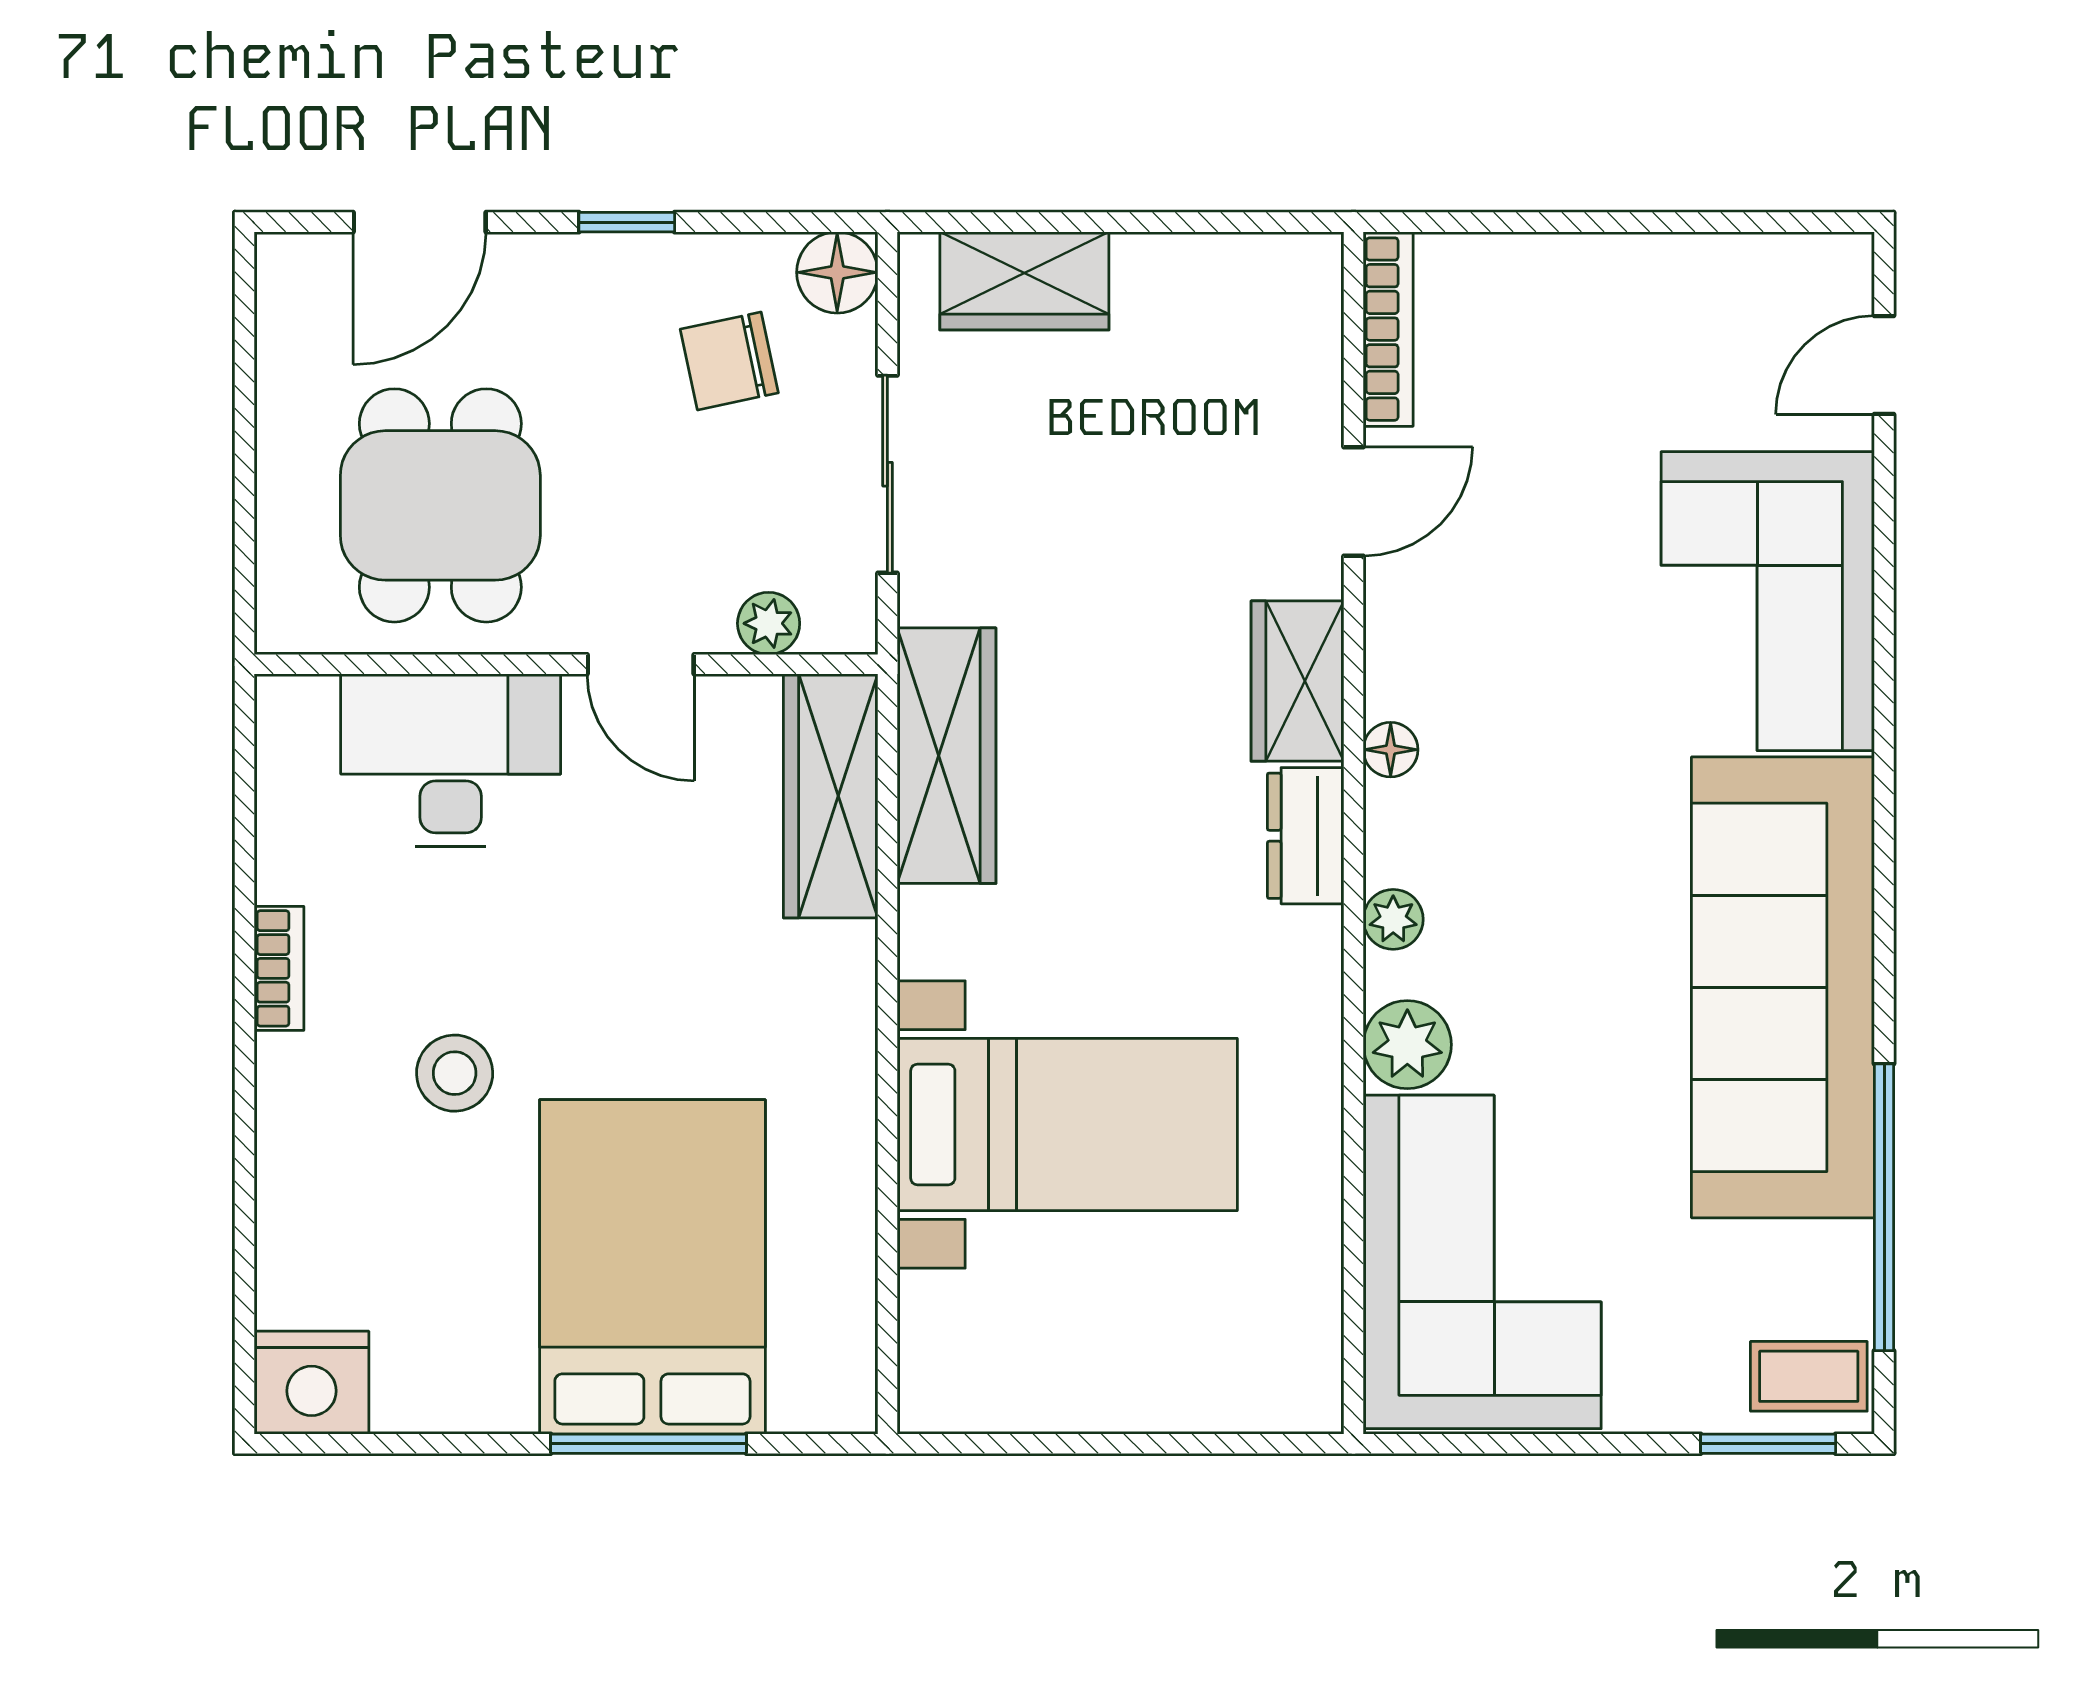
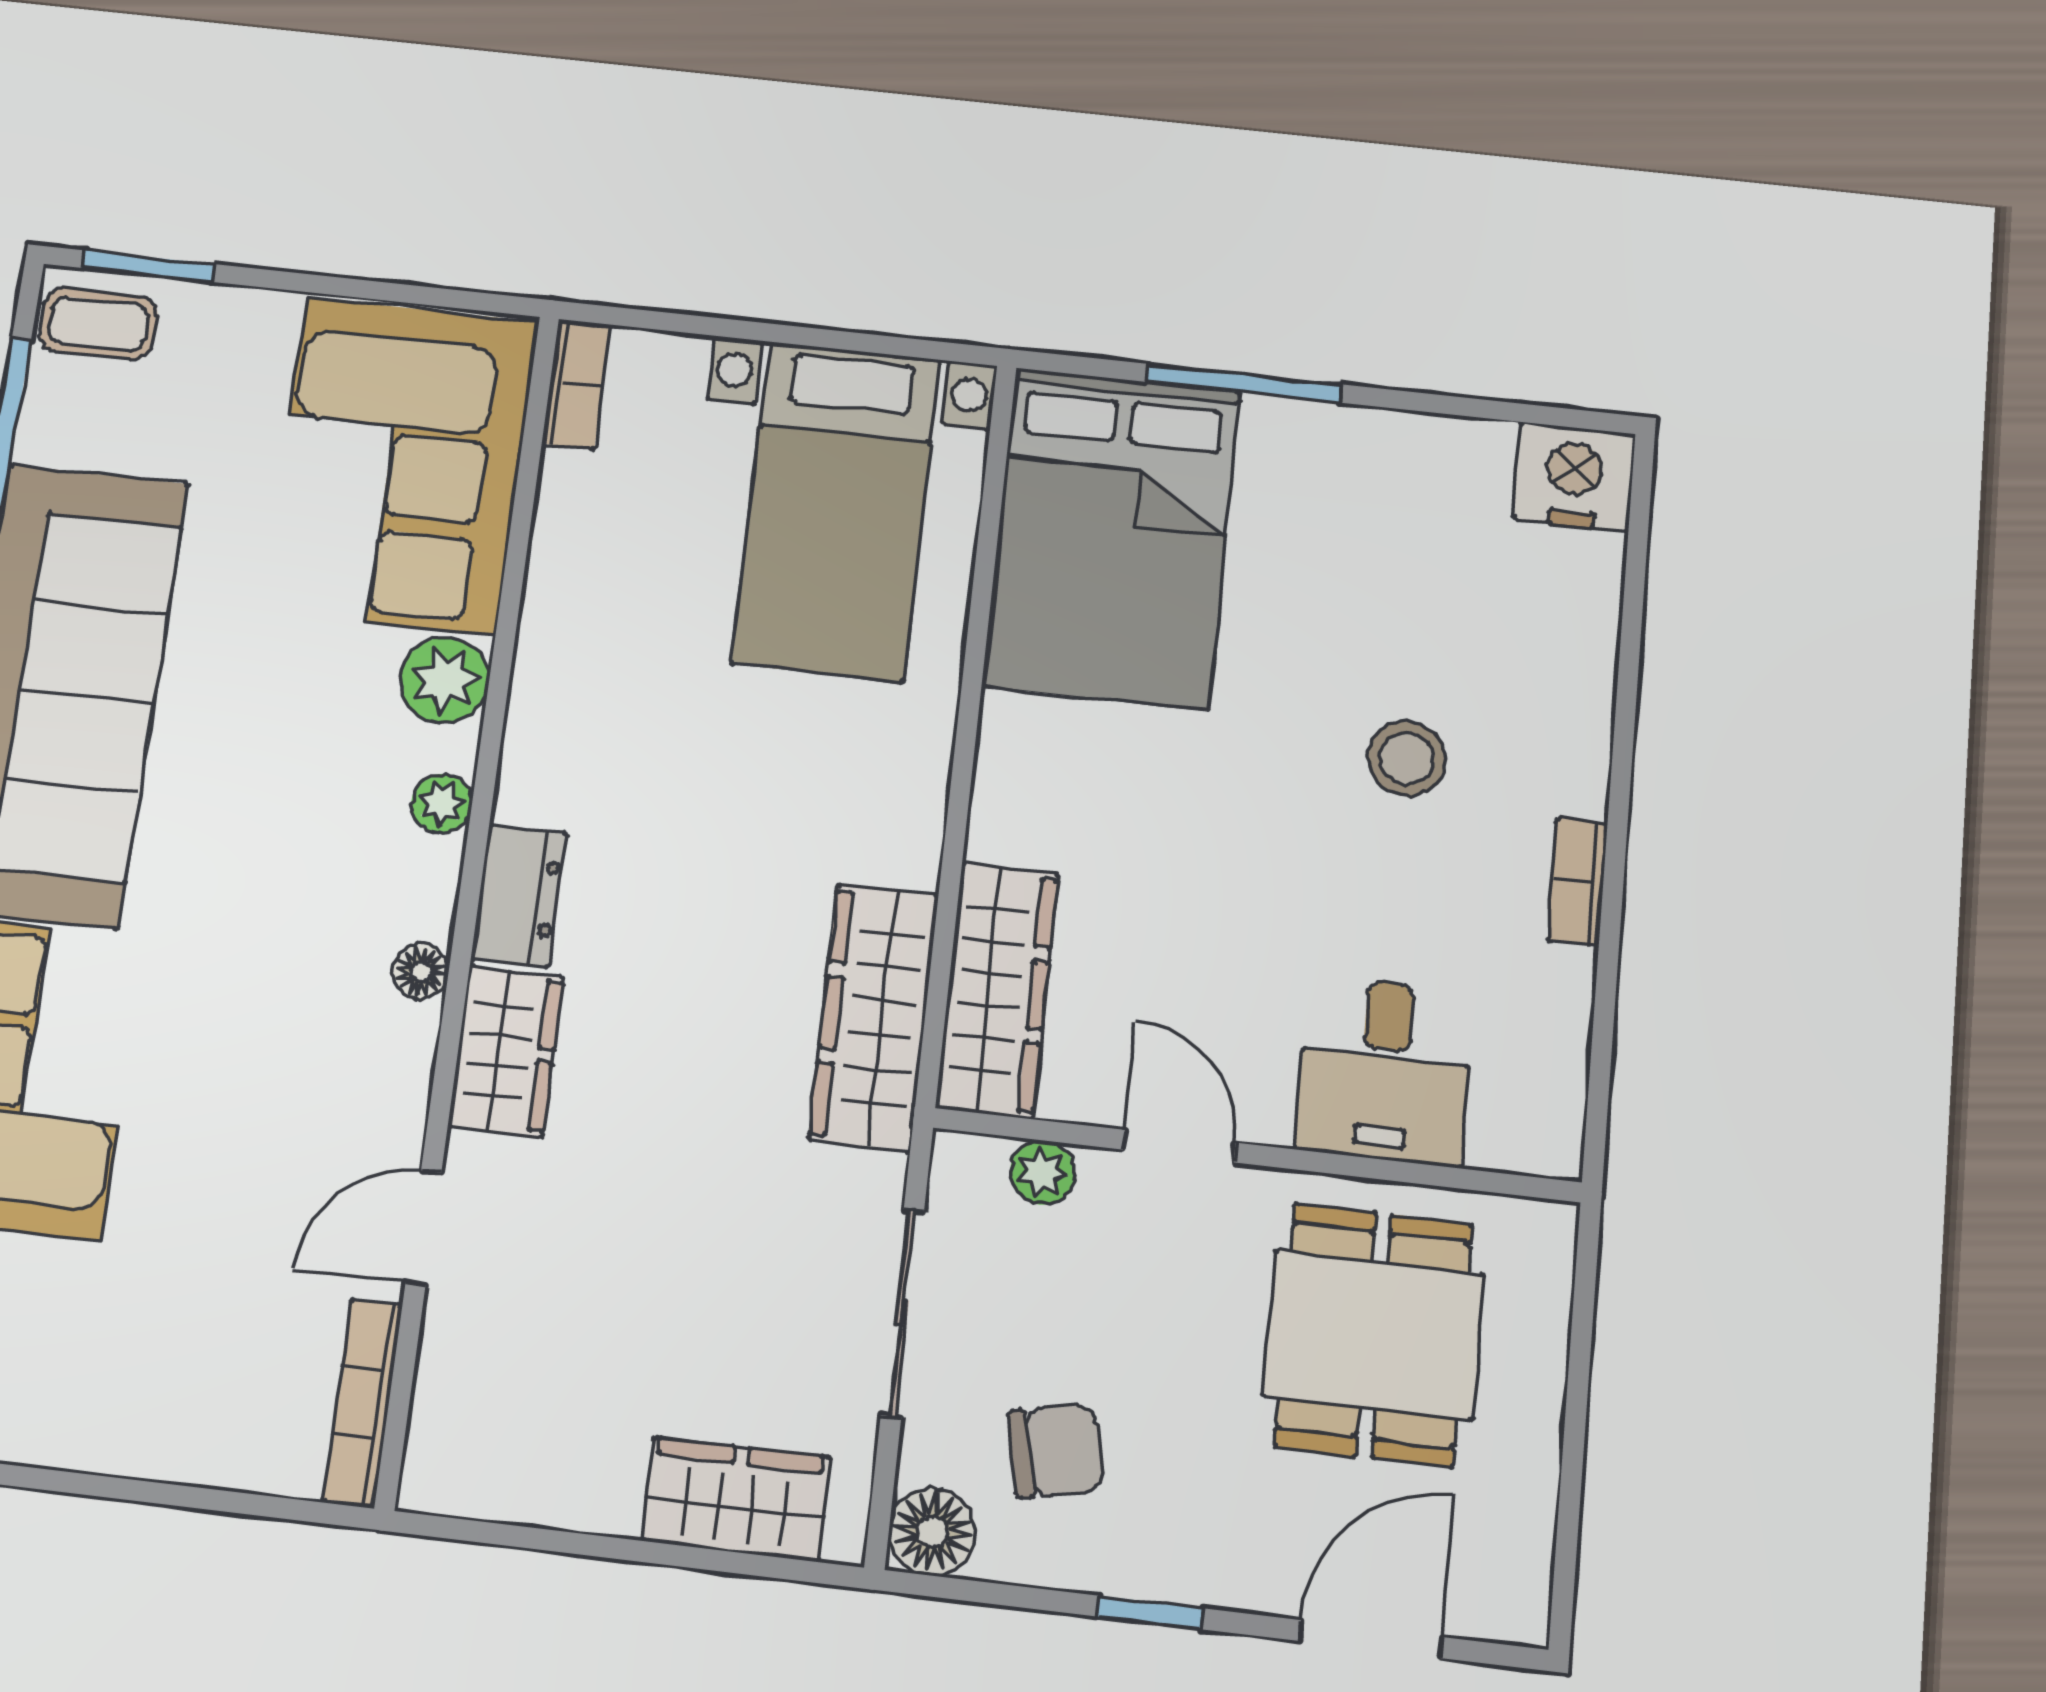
desk: (451, 760) -> (1385, 1071), width x0.73
bed with nightstands: (1067, 1124) -> (837, 510), moved, turned -90
bed: (652, 1267) -> (1111, 537), moved
bookcase: (1317, 1367) -> (576, 384), added

